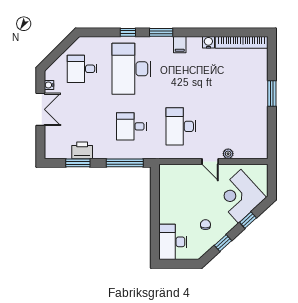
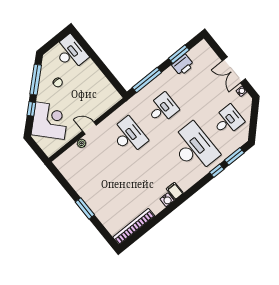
window: (161, 32) -> (234, 156), moved
water cooler: (208, 42) -> (167, 200), moved
window: (223, 243) -> (36, 80), width x2.17

